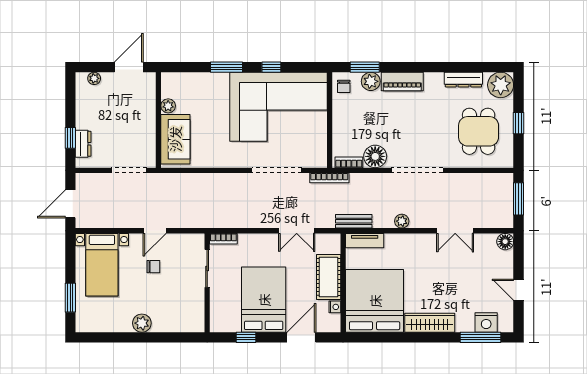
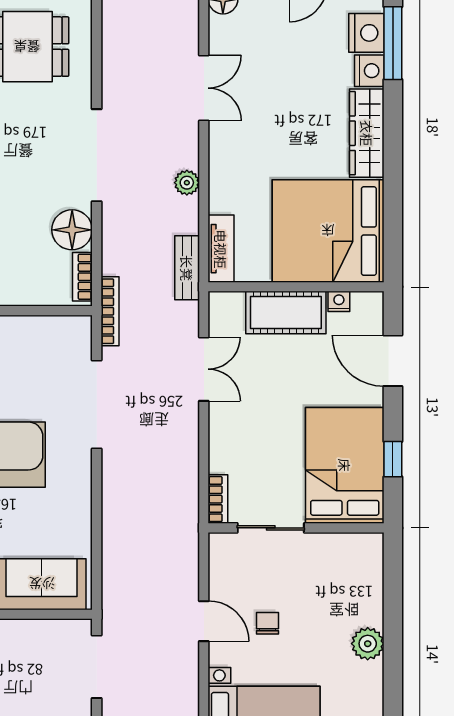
bed: (264, 300) -> (345, 465), moved, turned 90
nightstand: (465, 324) -> (369, 71), added

